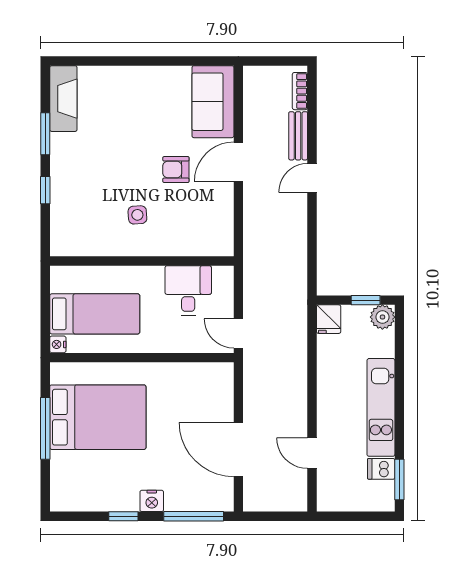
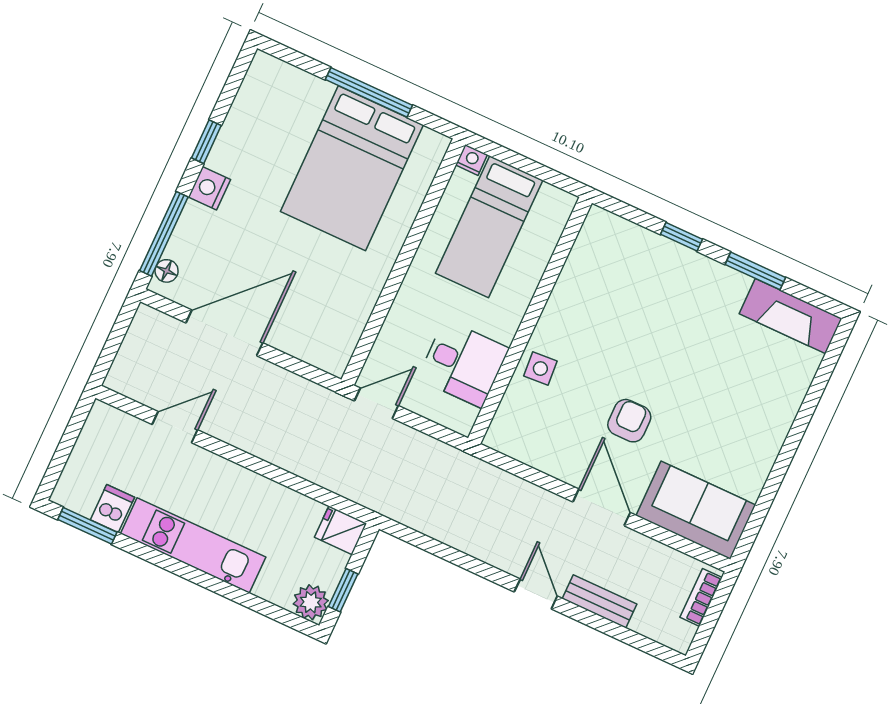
bookcase: (300, 91) -> (701, 597), moved, turned -90
side table: (137, 215) -> (540, 369), moved
floor lamp: (216, 504) -> (167, 271), added

